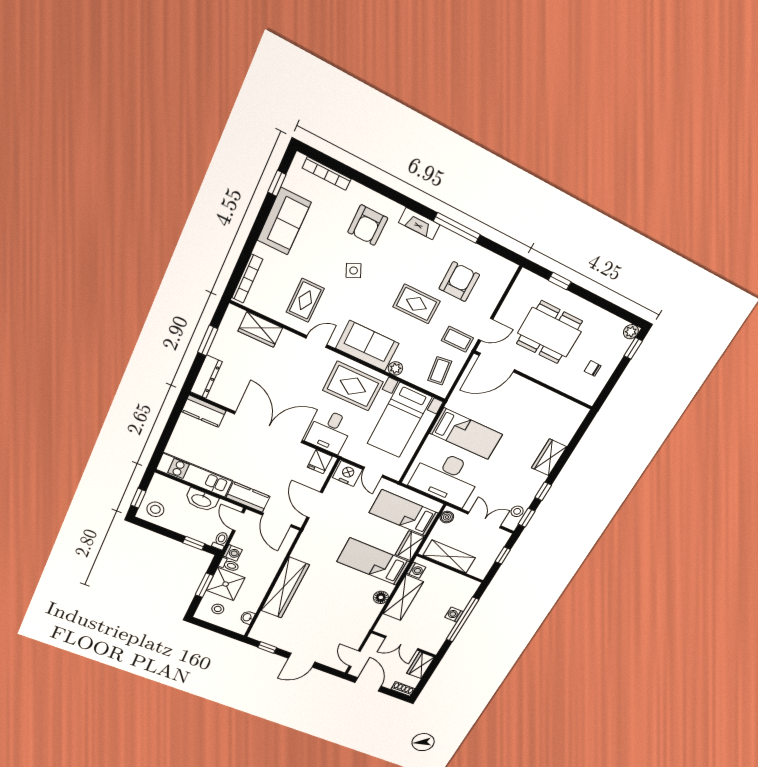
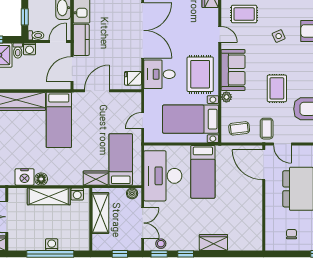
nightstand: (347, 474) -> (25, 177), moved, turned 90
bed: (373, 562) -> (59, 120), moved, turned 180

